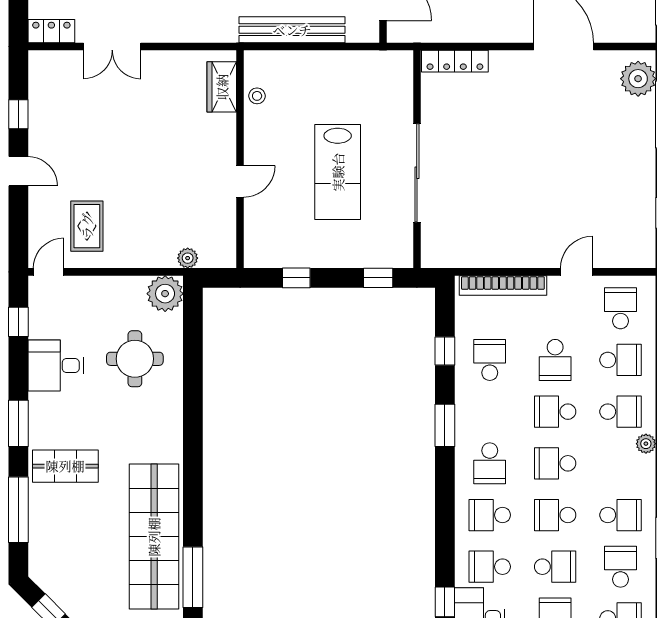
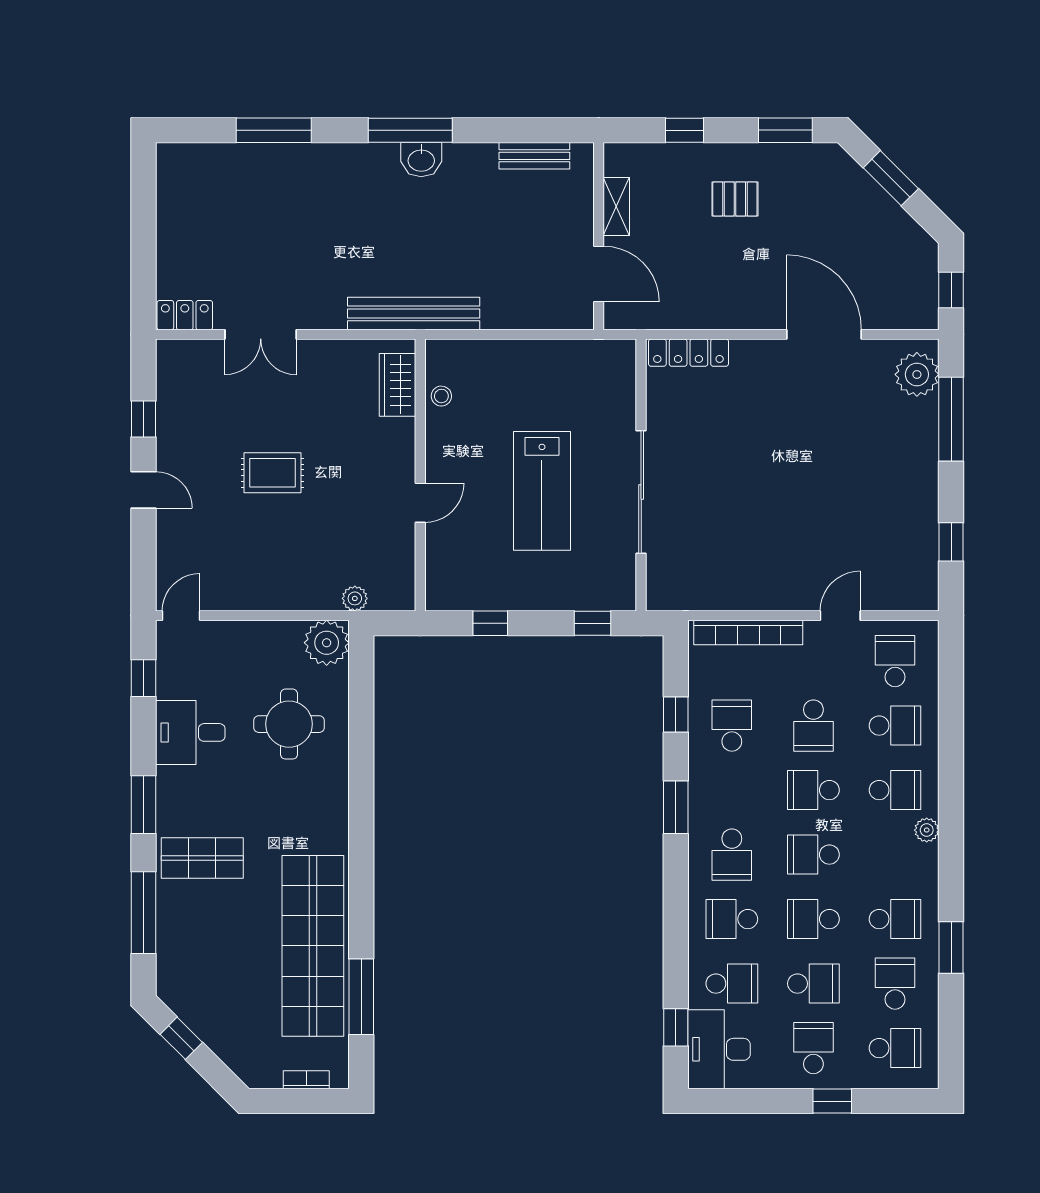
bench: (292, 30) -> (414, 313), moved
rug: (87, 226) -> (272, 473), moved, turned 90
school desk: (490, 567) -> (732, 984), turned 180

